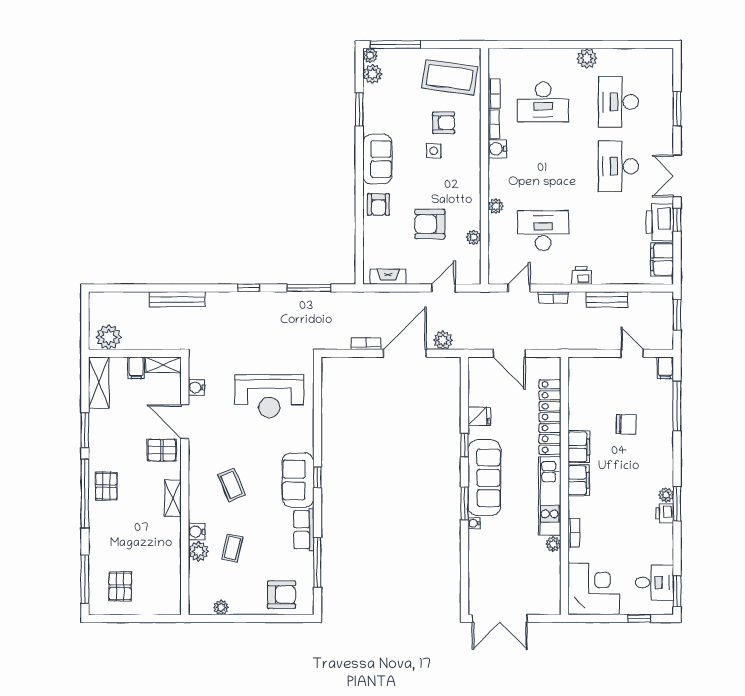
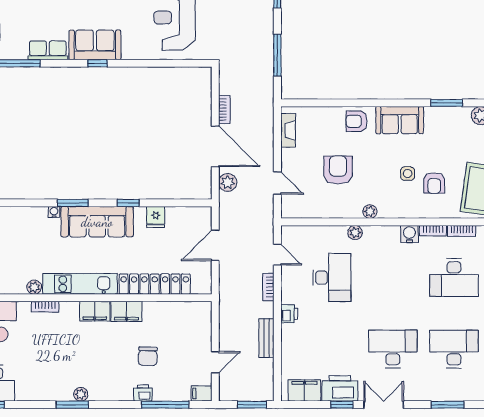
desk: (543, 102) -> (454, 278), turned -90
plant: (474, 237) -> (370, 212), moved
printer: (665, 513) -> (143, 393), moved

